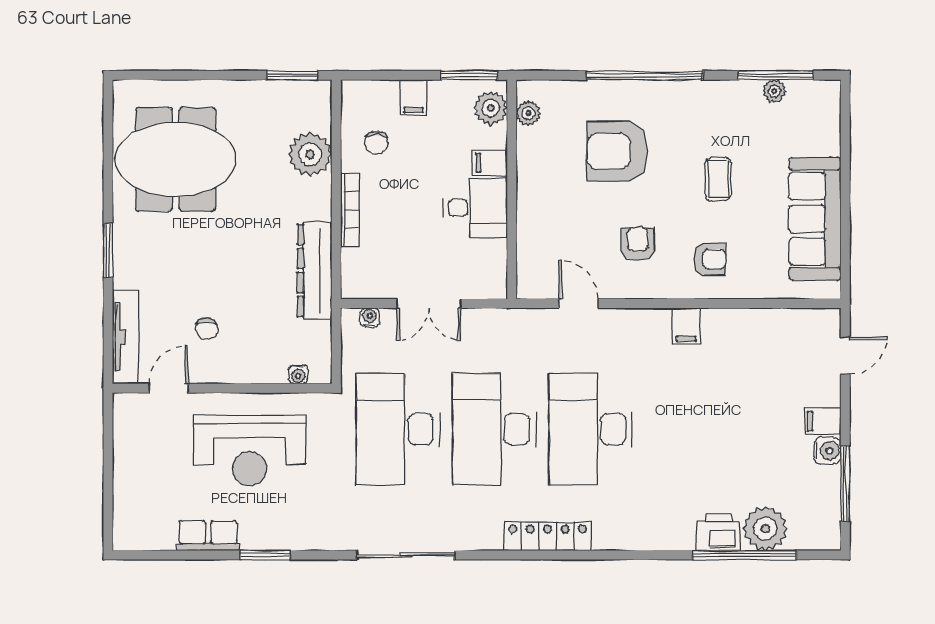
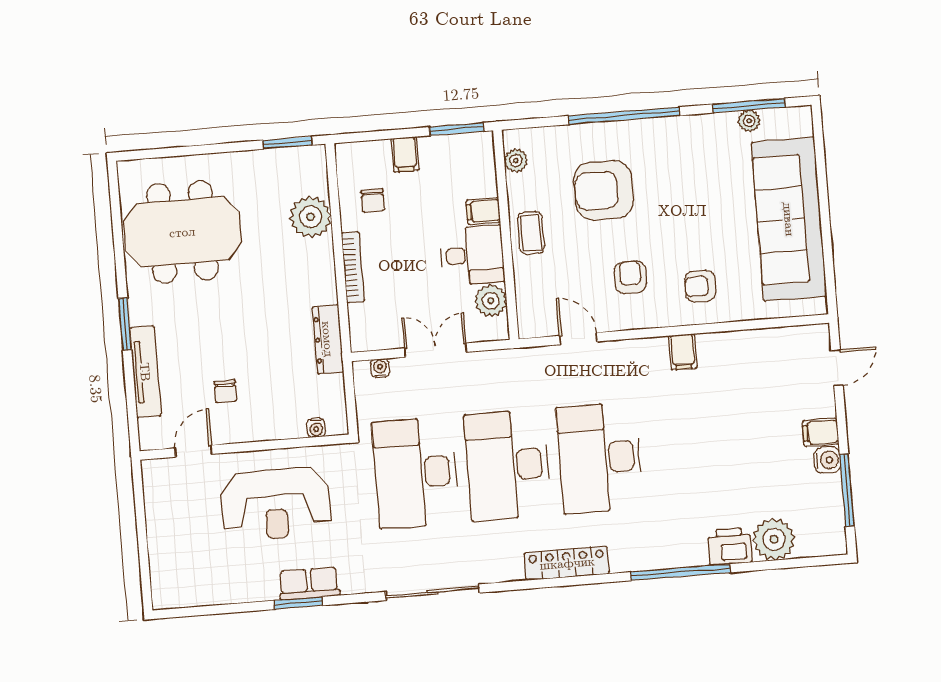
plant: (491, 108) -> (491, 301), moved
coffee table: (718, 179) -> (531, 233), moved
sofa: (815, 219) -> (789, 219), width x1.36, depth x1.27
armchair: (710, 259) -> (700, 286), turned 180
dresser: (315, 271) -> (328, 339), width x0.73, depth x0.80
double door: (429, 303) -> (435, 350), swing flipped
tv unit: (125, 337) -> (145, 372), moved
row of seats: (208, 536) -> (309, 583), moved
window: (745, 555) -> (681, 572), moved

